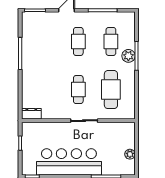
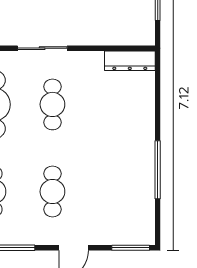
dresser: (31, 114) -> (130, 61), width x1.44

